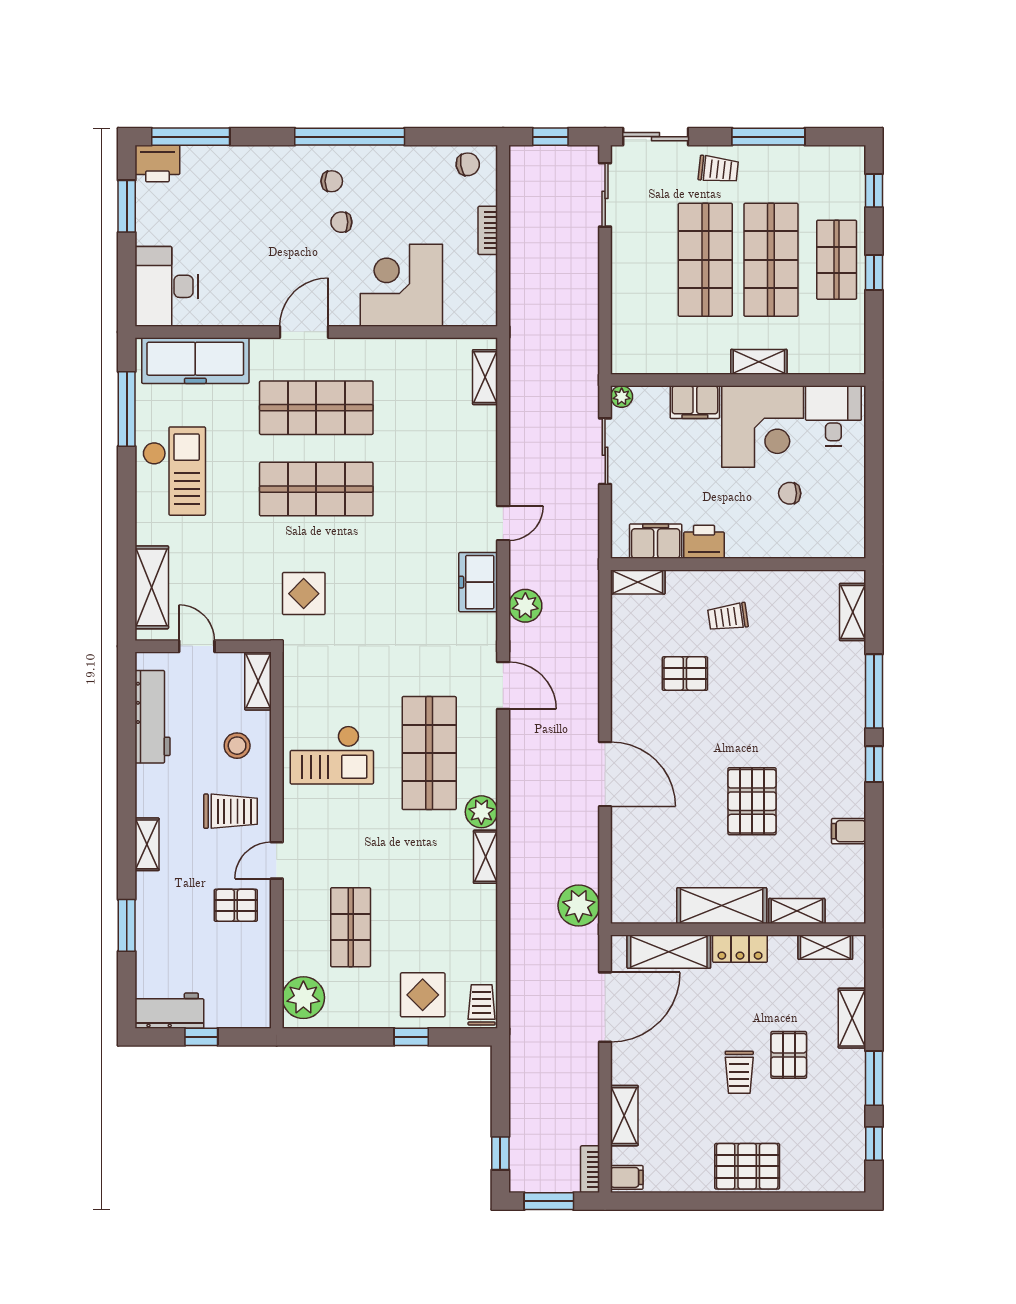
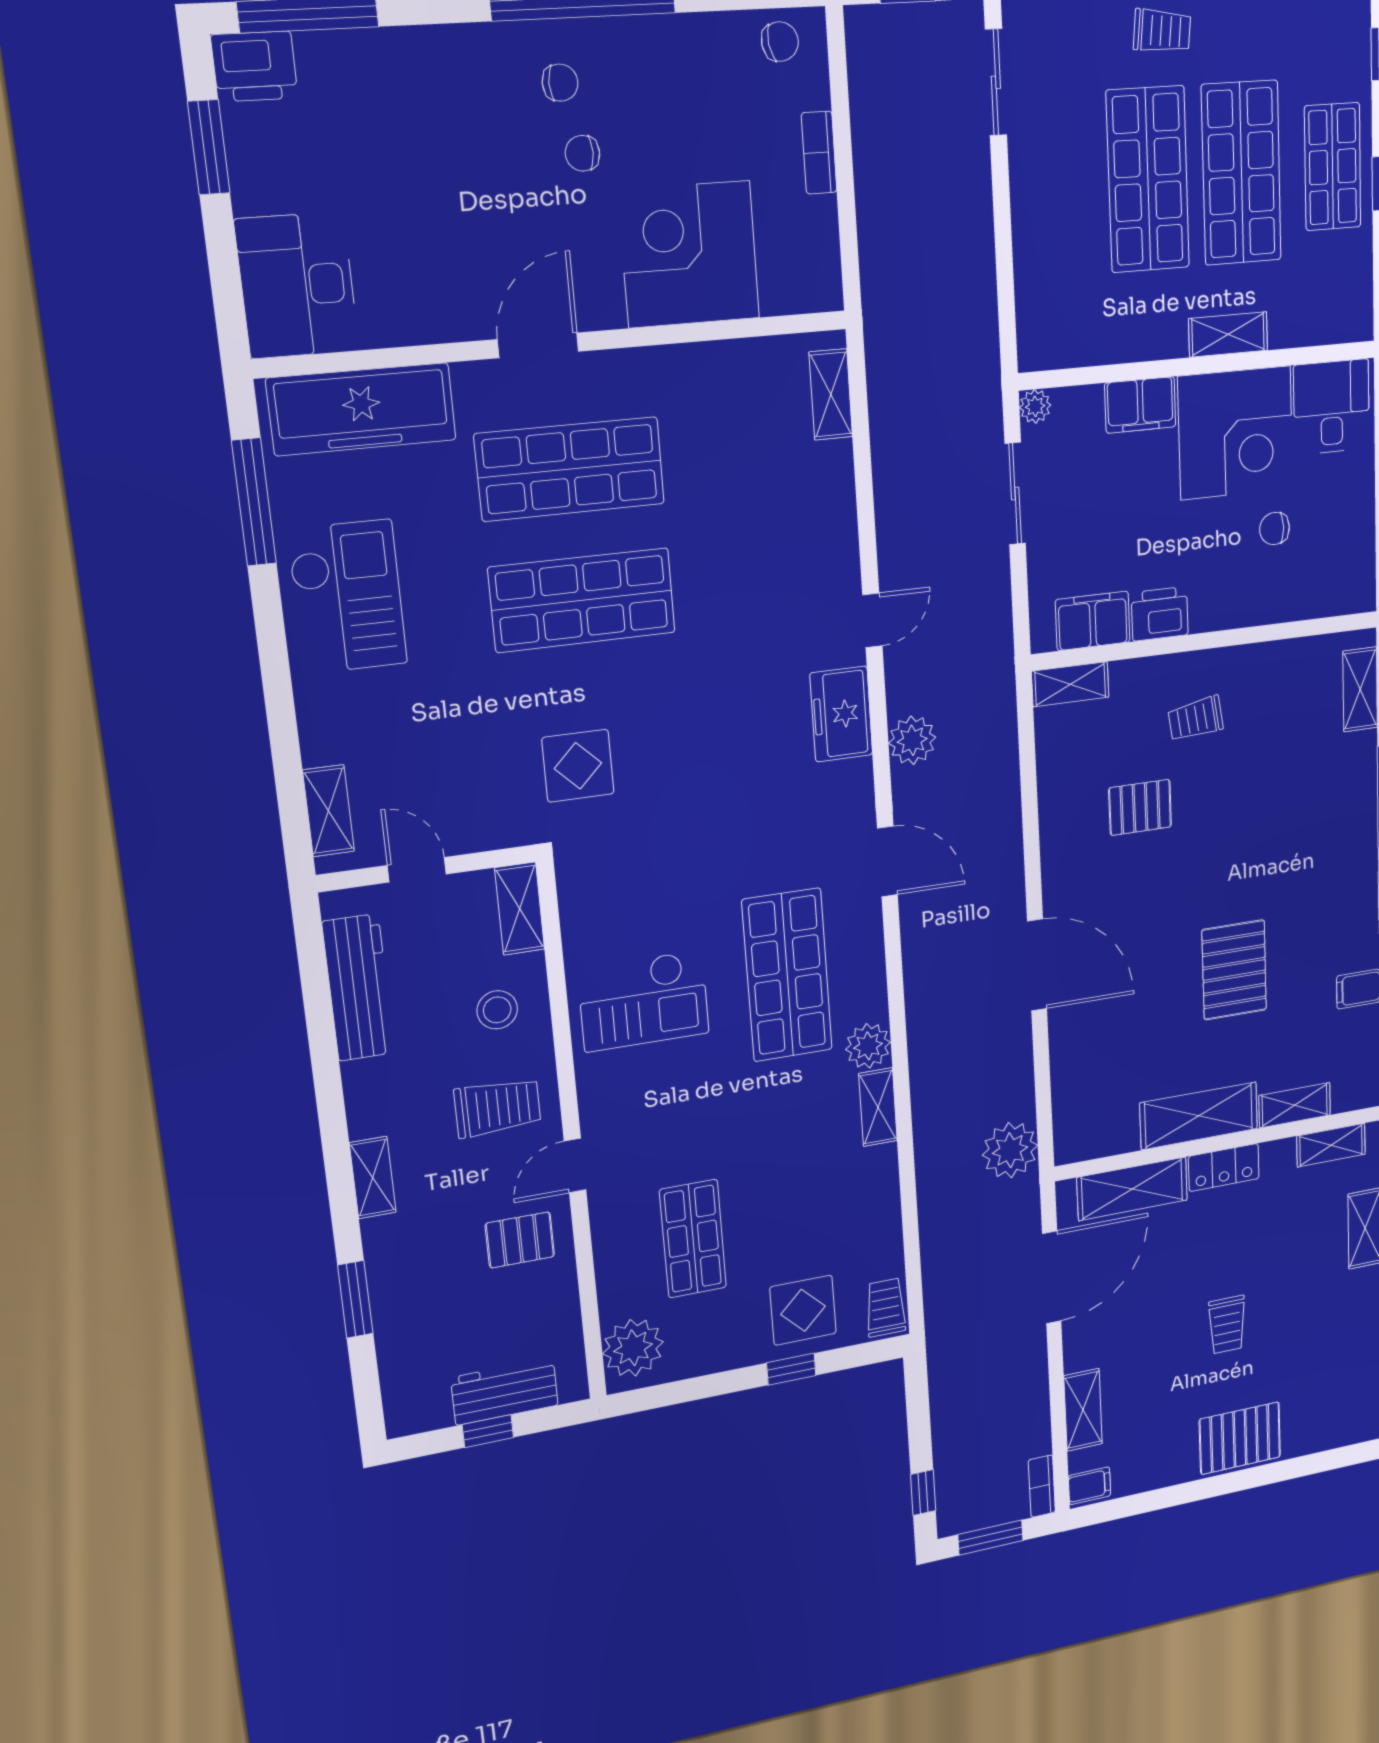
shelving: (152, 587) -> (328, 811), width x0.67, depth x0.75
workbench: (169, 1011) -> (505, 1391), moved
pallet: (789, 1055) -> (1288, 1290), removed

